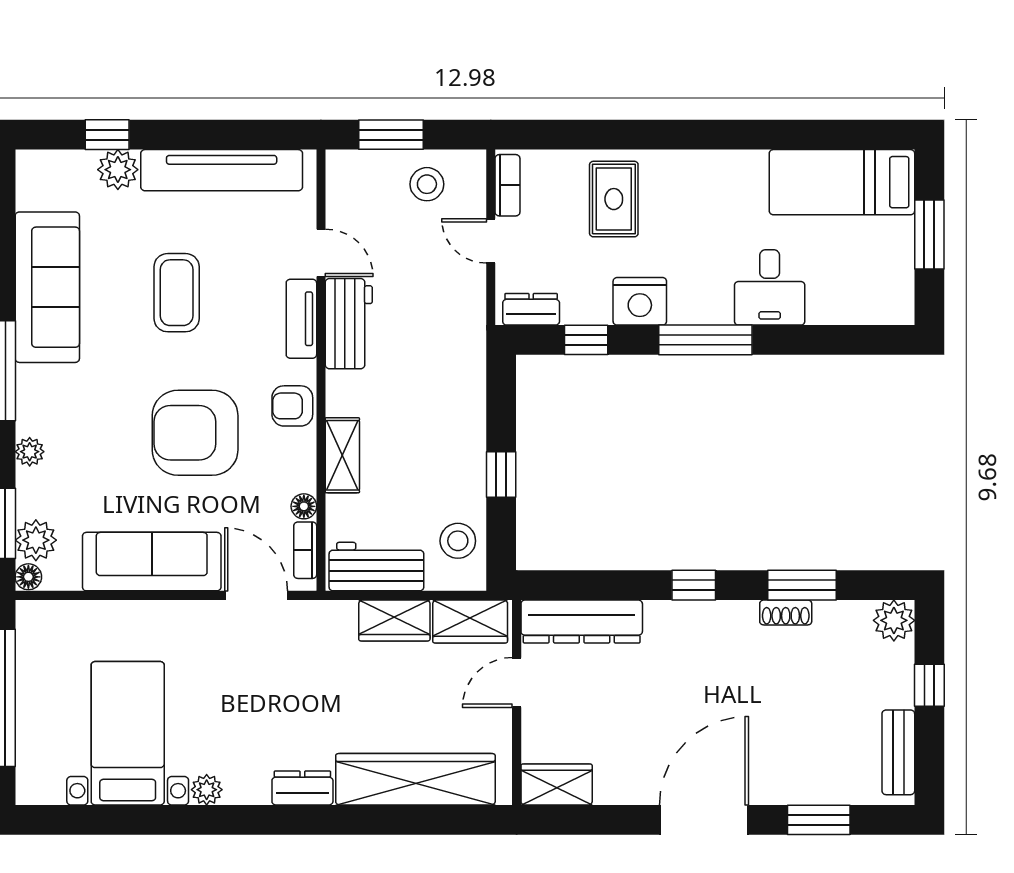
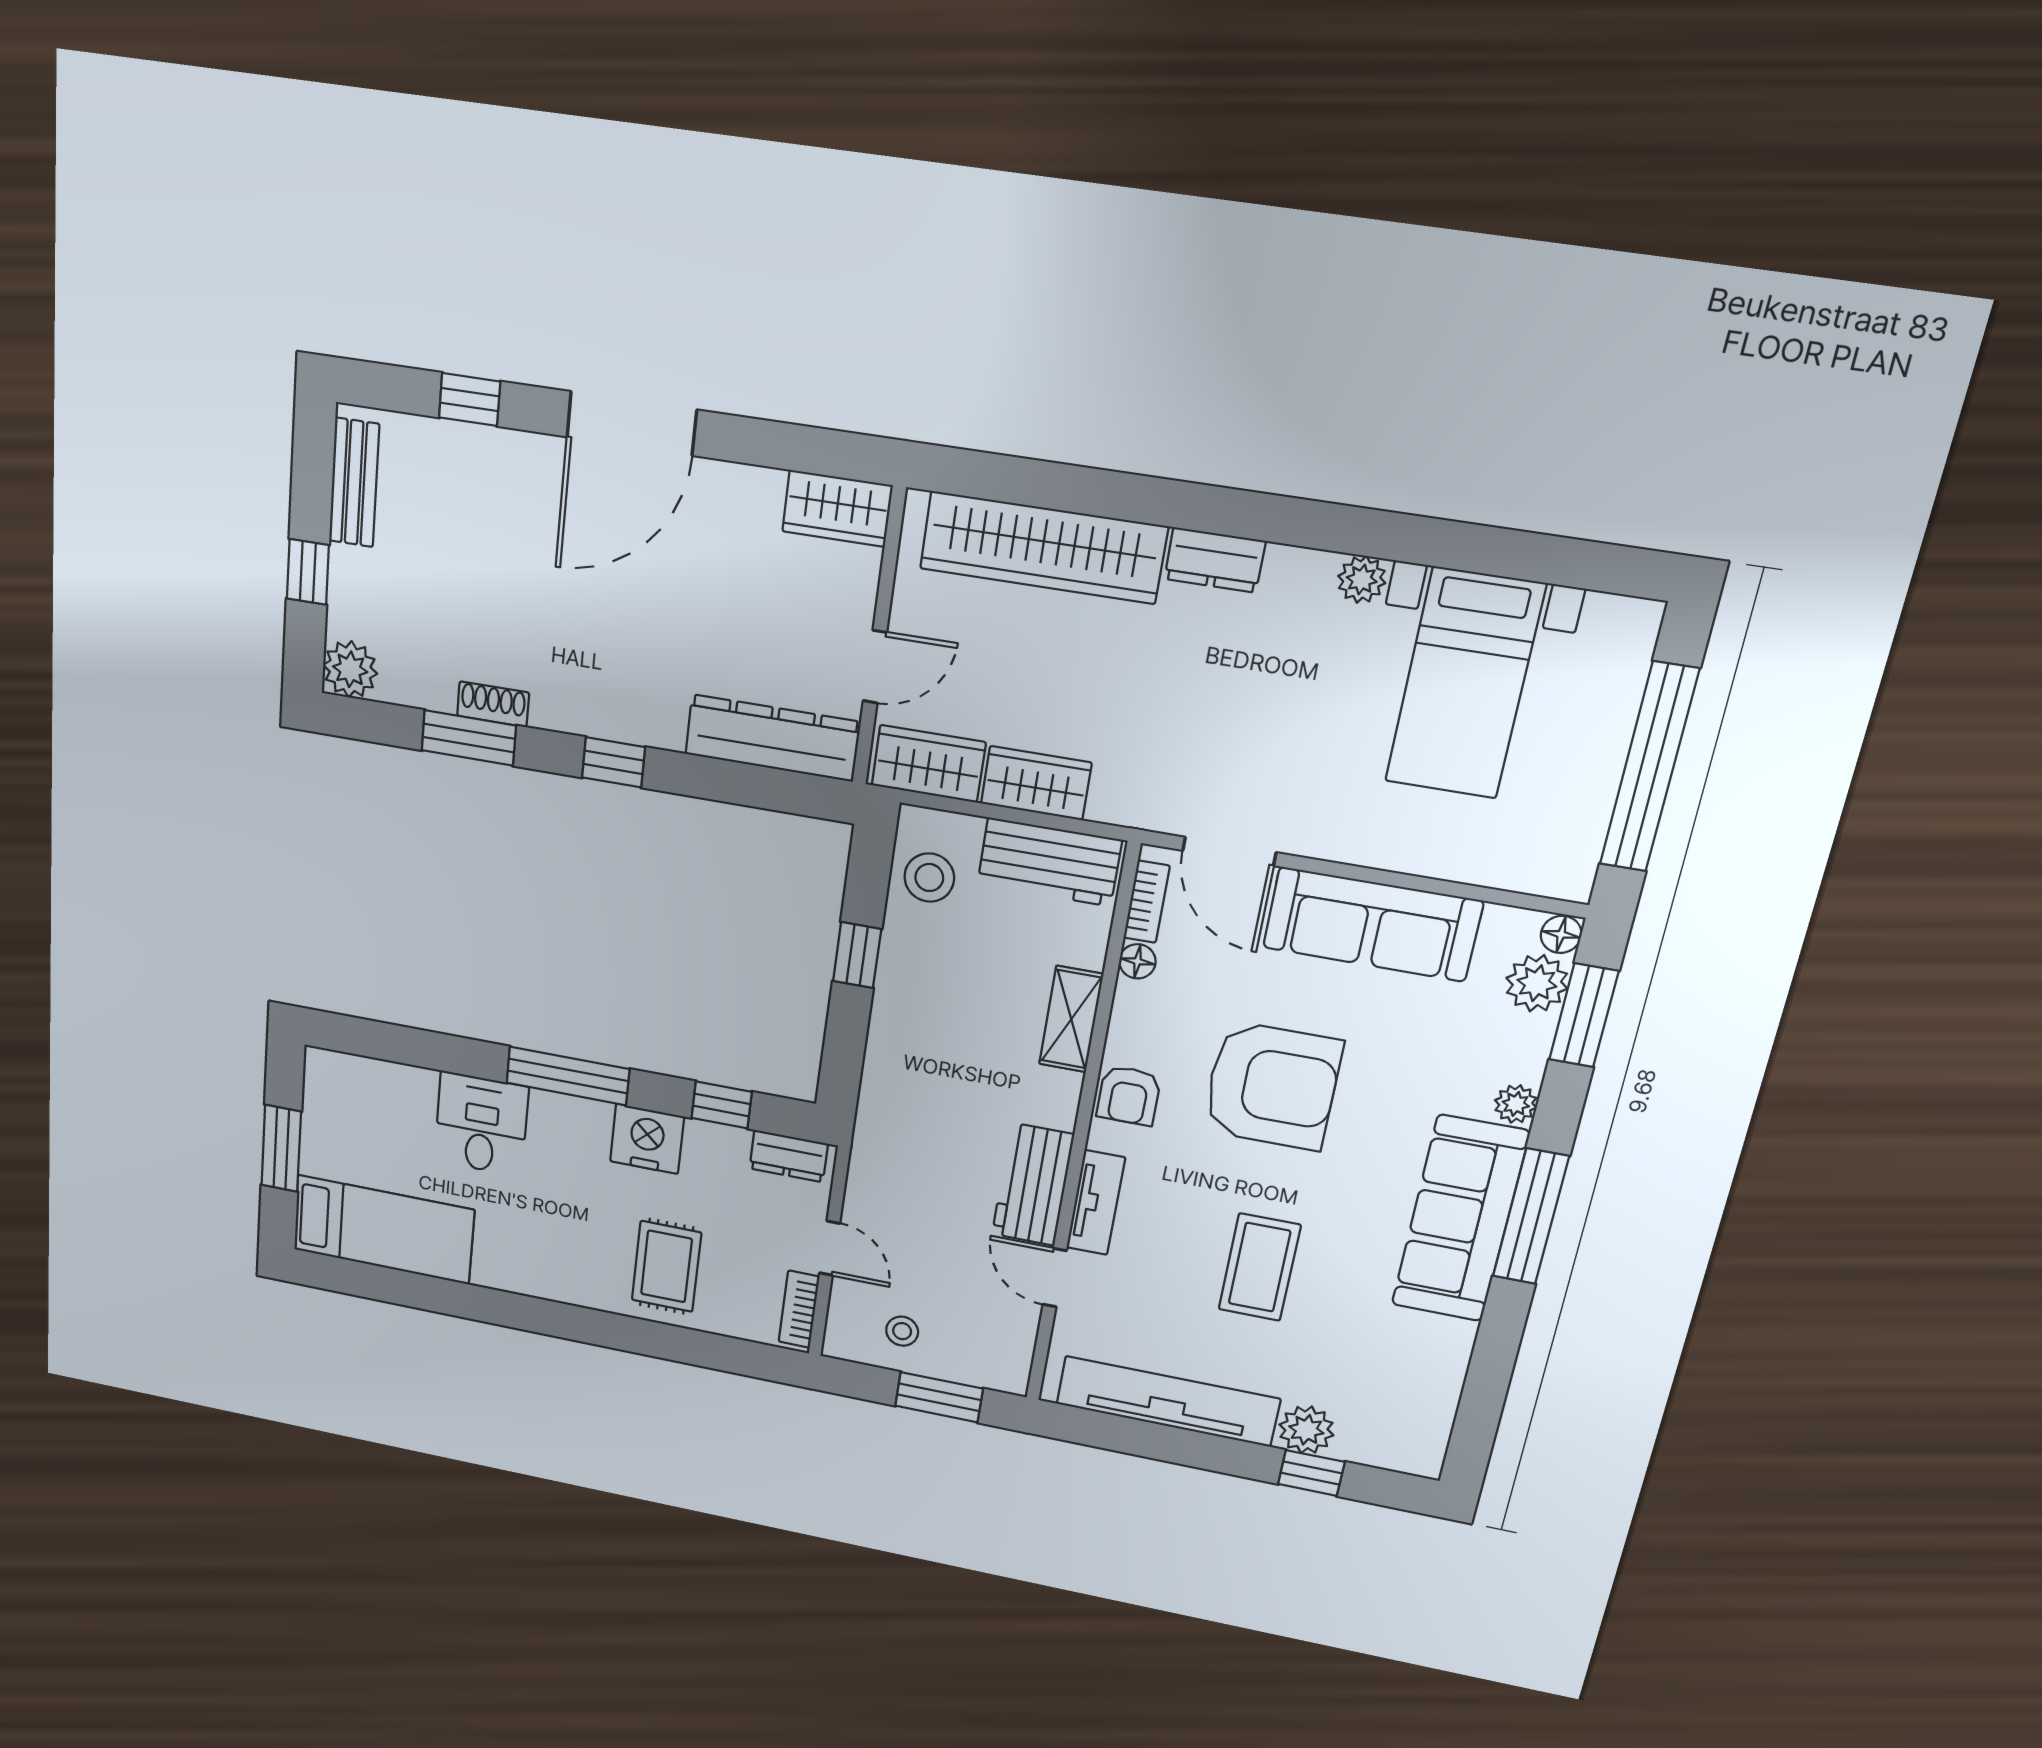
stool: (427, 184) -> (902, 1331), width x0.73, depth x0.73
sofa: (47, 287) -> (1460, 1219), moved
armchair: (292, 406) -> (1129, 1096), turned 90
window: (819, 820) -> (470, 400), width x0.67

